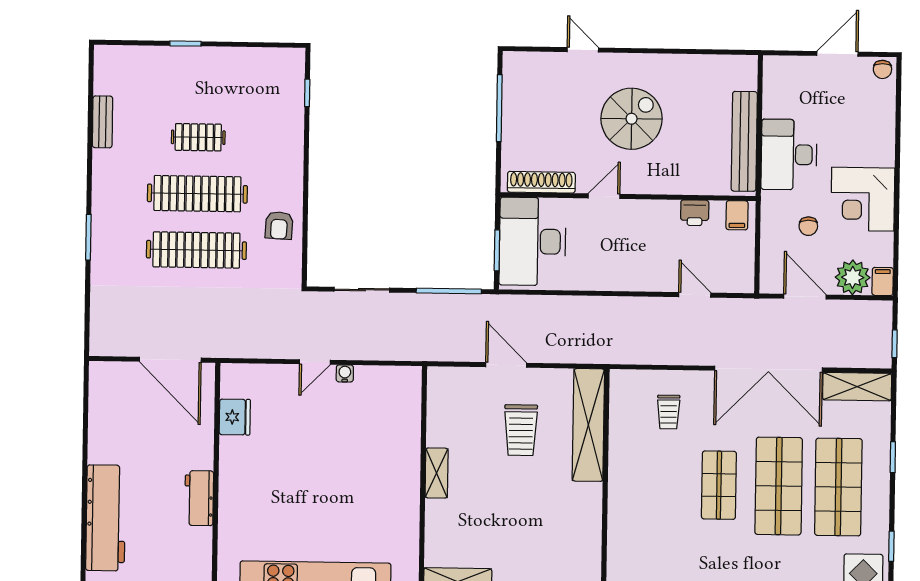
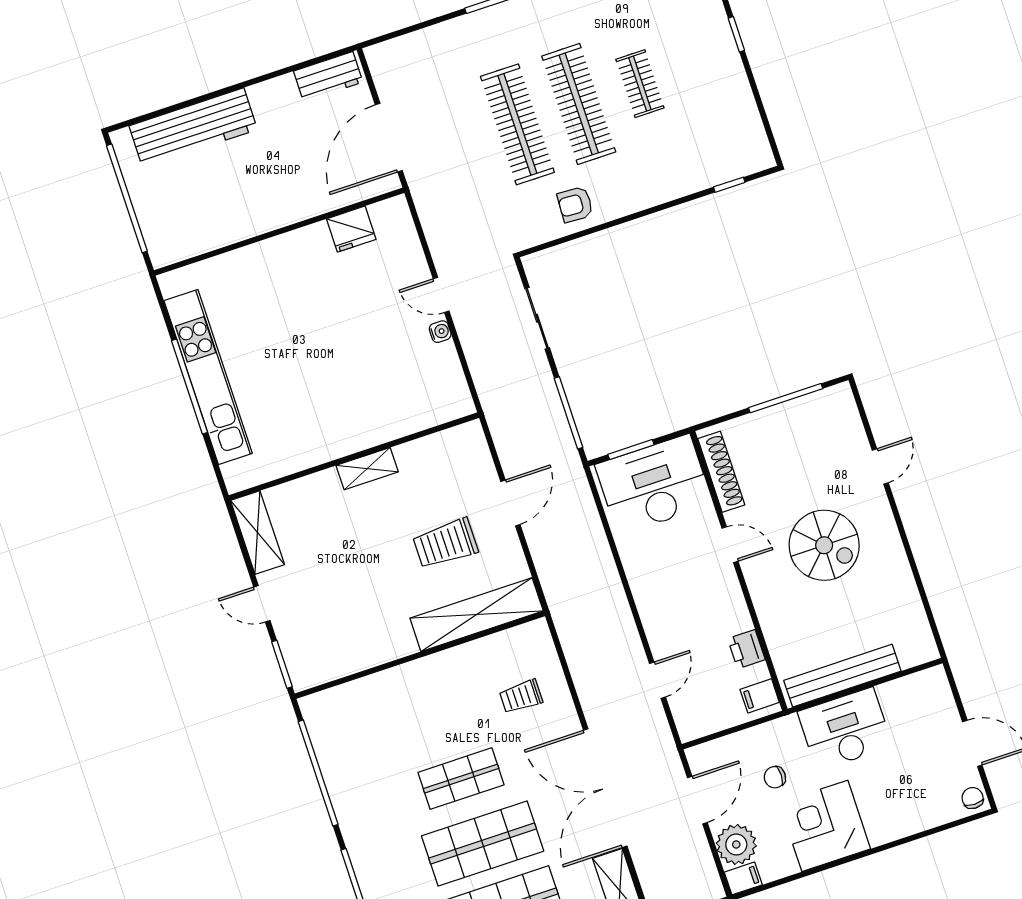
chair: (882, 69) -> (973, 798), turned 90
workbench: (199, 498) -> (328, 77), moved, turned 180

